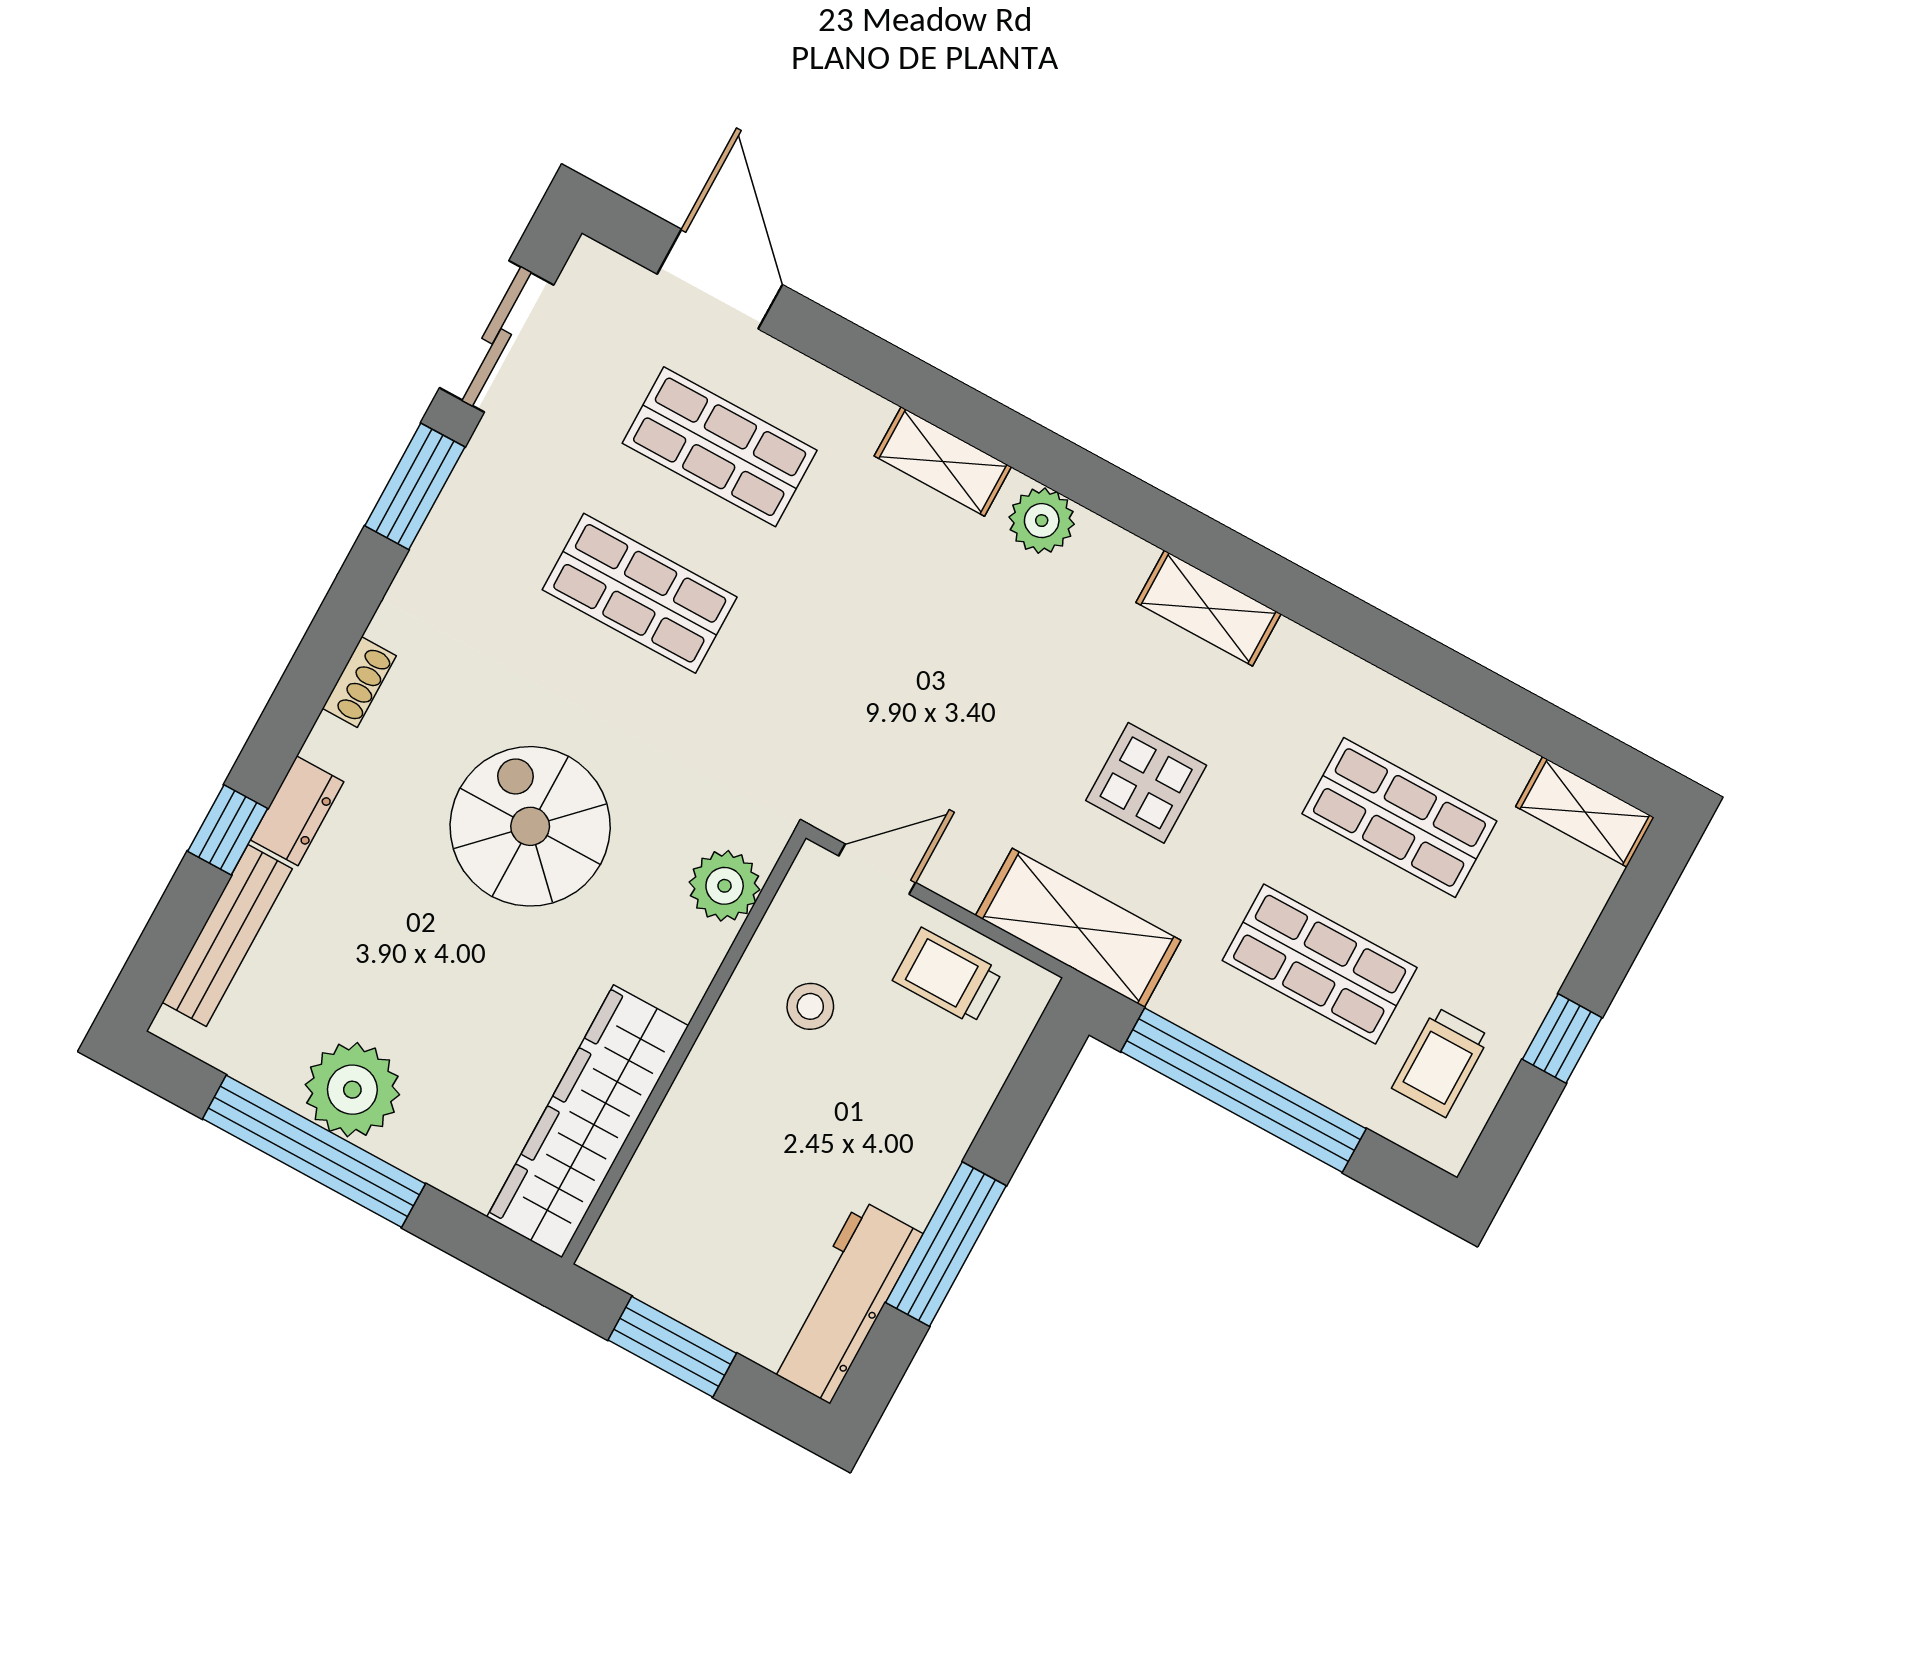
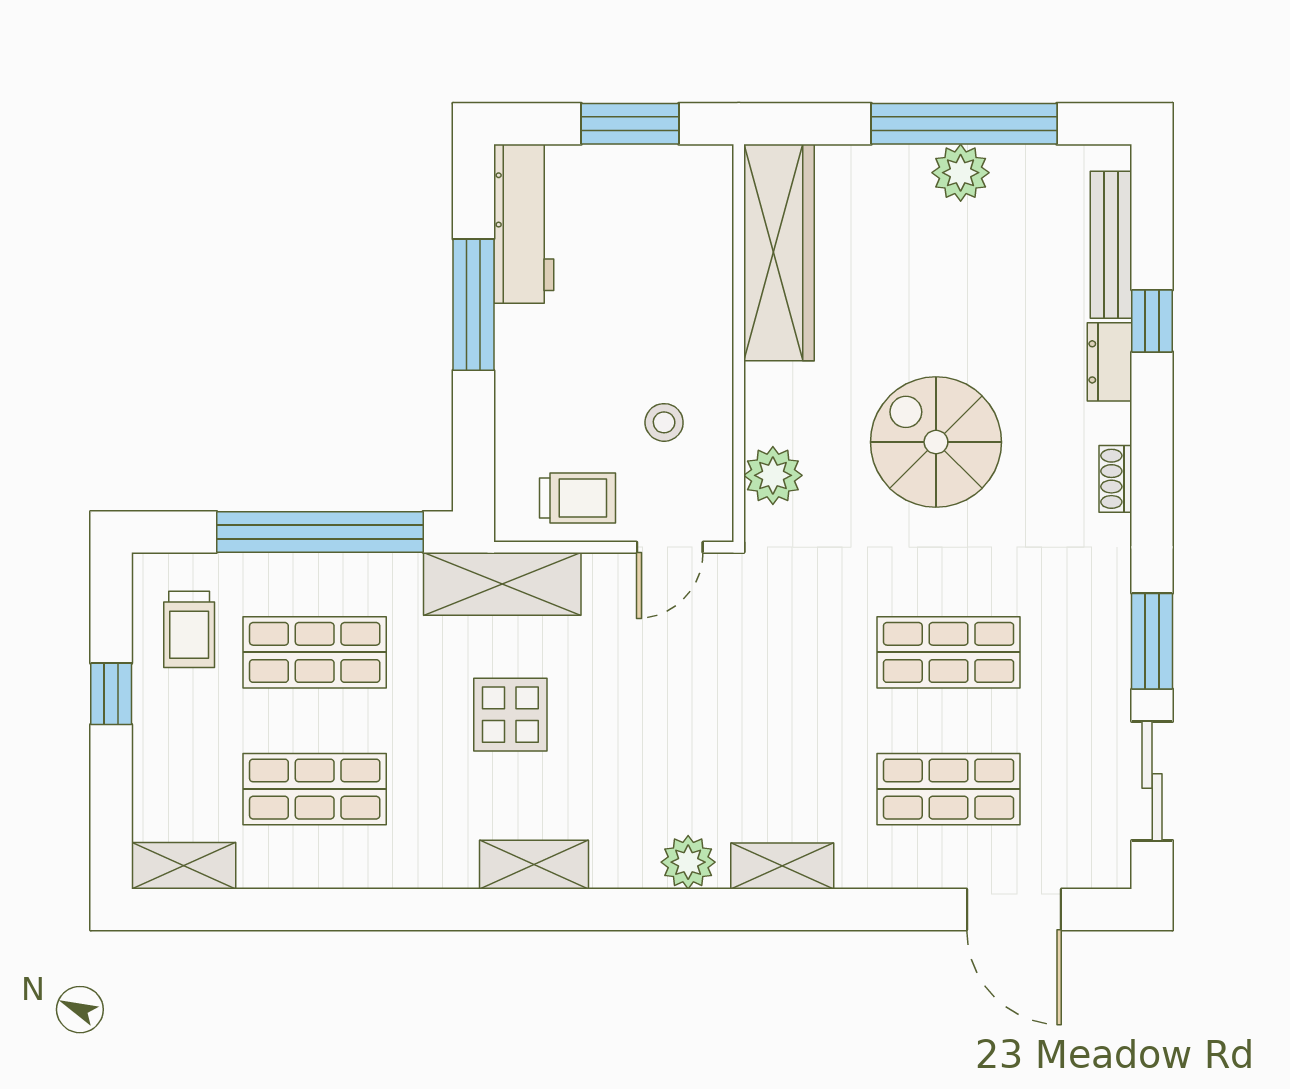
spiral stairs: (530, 826) -> (936, 442), turned 180
trolley: (1441, 1062) -> (189, 629), turned 180
plant: (352, 1090) -> (961, 173), width x0.73, depth x0.73

